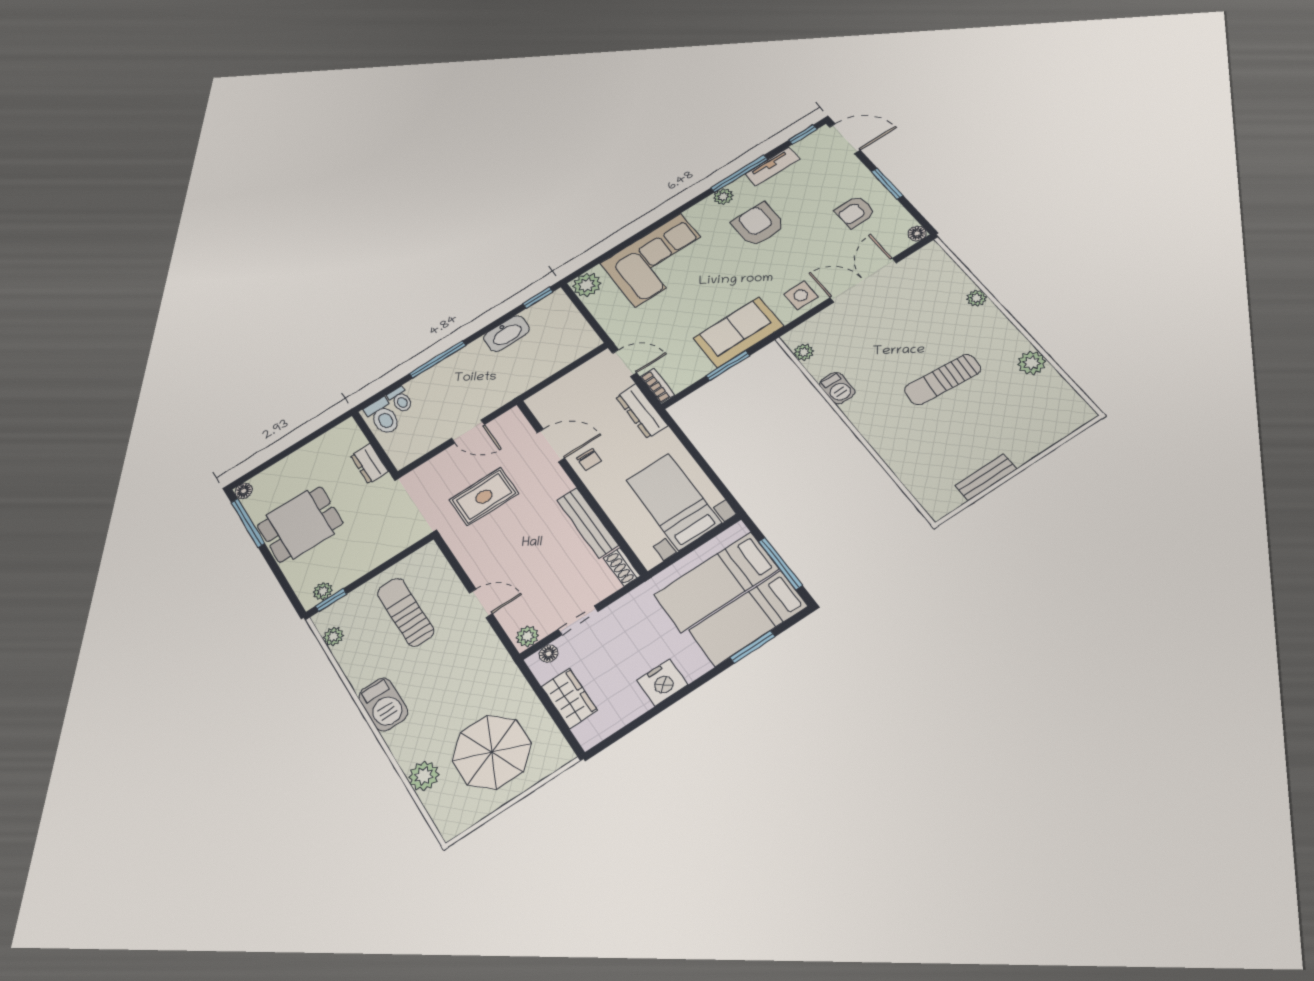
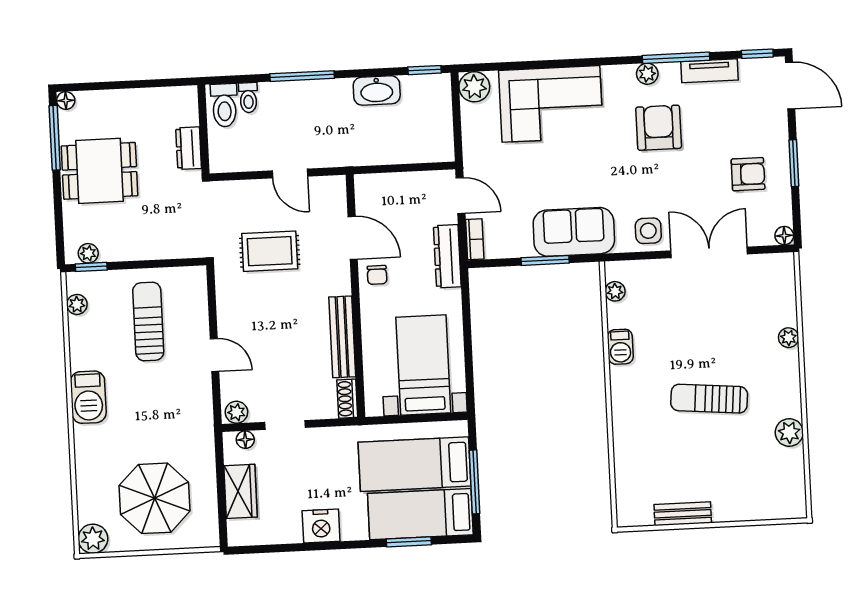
armchair: (855, 212) -> (748, 174), turned 180
plant: (424, 776) -> (93, 539), moved

